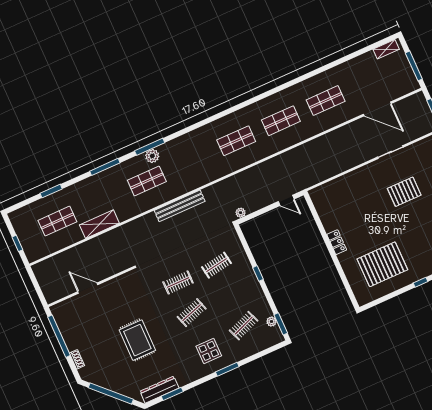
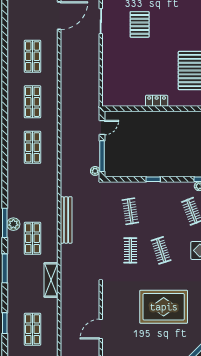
window: (258, 213) -> (102, 156), added
shelving: (99, 224) -> (51, 280), moved
rug: (137, 340) -> (164, 307), width x1.37, depth x1.44

